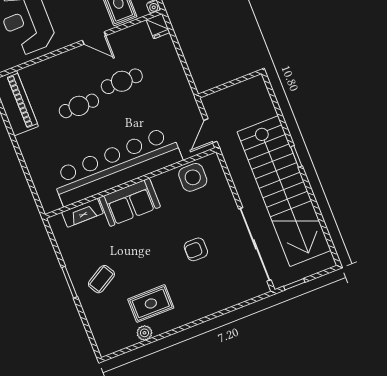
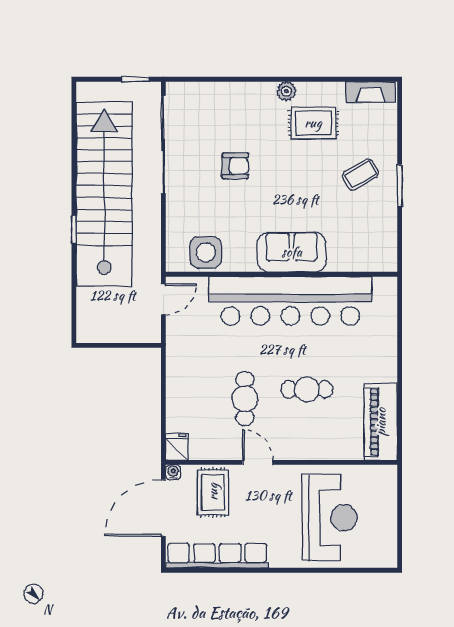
cafe table: (122, 81) -> (245, 399), turned 90
fireplace: (82, 213) -> (370, 92), moved, turned 180
plant: (144, 333) -> (286, 91), moved

